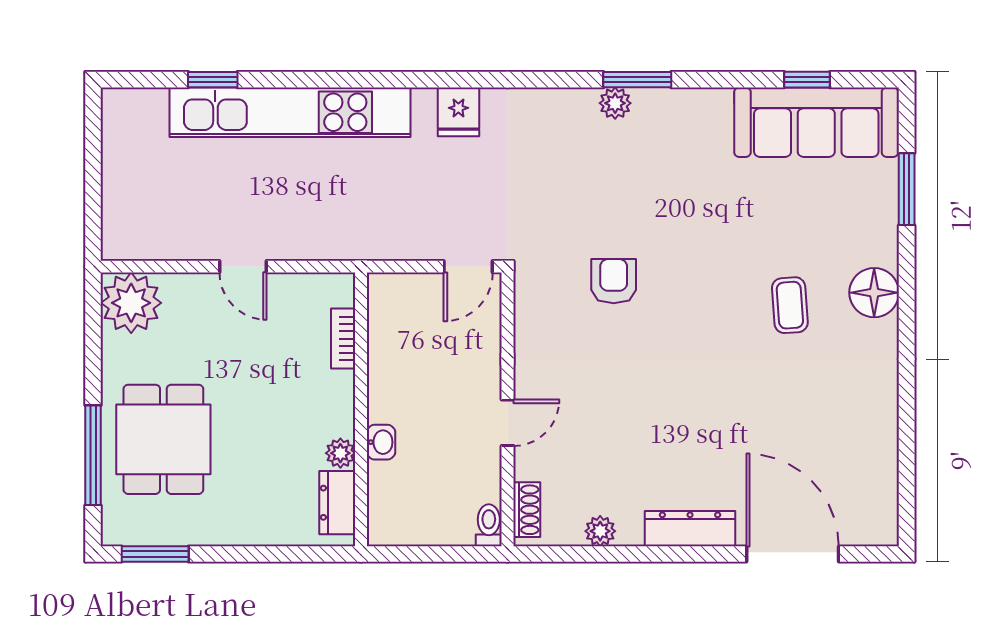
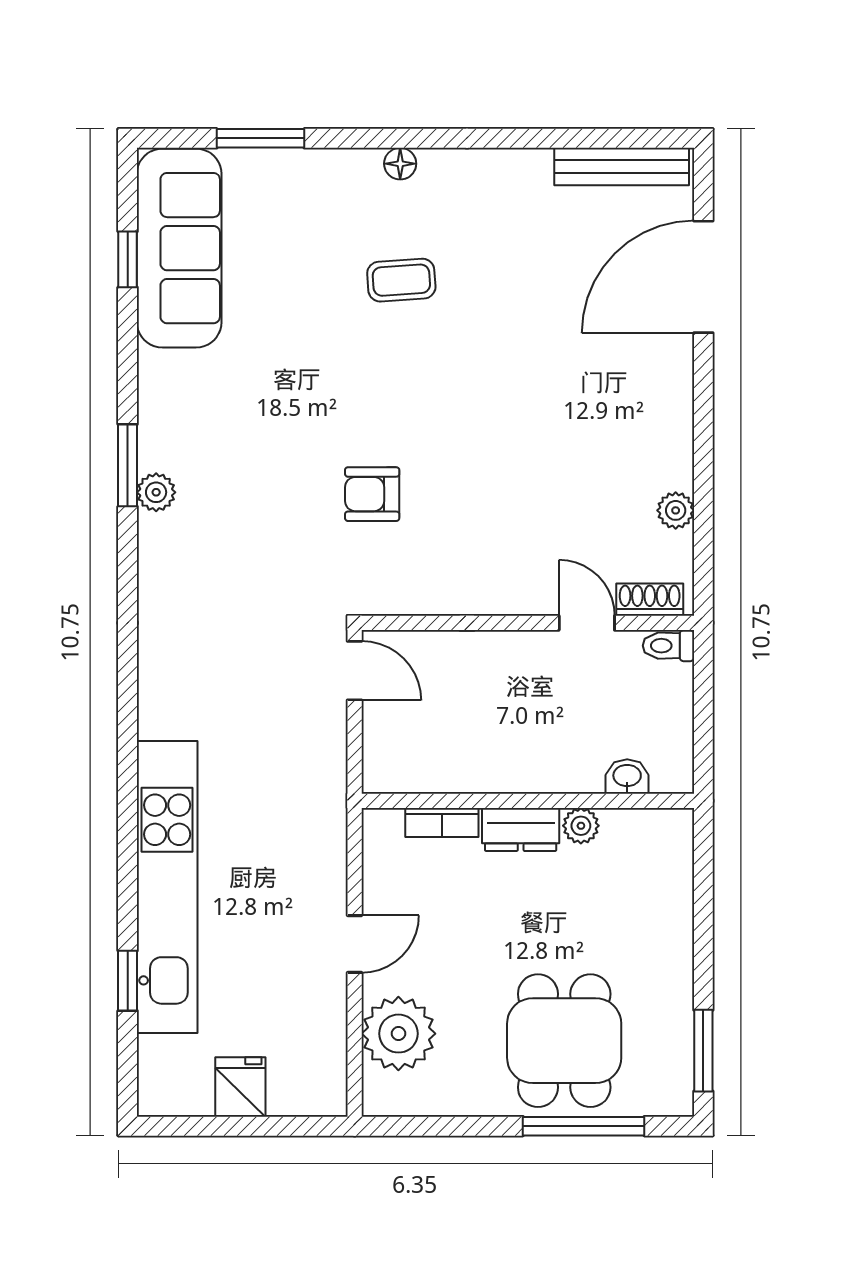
fridge: (458, 112) -> (240, 1087), moved, turned -90
floor lamp: (874, 293) -> (400, 164), width x0.53, depth x0.53
plant: (131, 303) -> (398, 1034), moved
door: (508, 423) -> (587, 623), moved
dining table: (163, 439) -> (564, 1041), turned 90
washbasin: (381, 442) -> (627, 777), moved
bench: (883, 487) -> (622, 167), added
dresser: (337, 503) -> (521, 829), moved
dresser: (690, 529) -> (673, 401), removed

